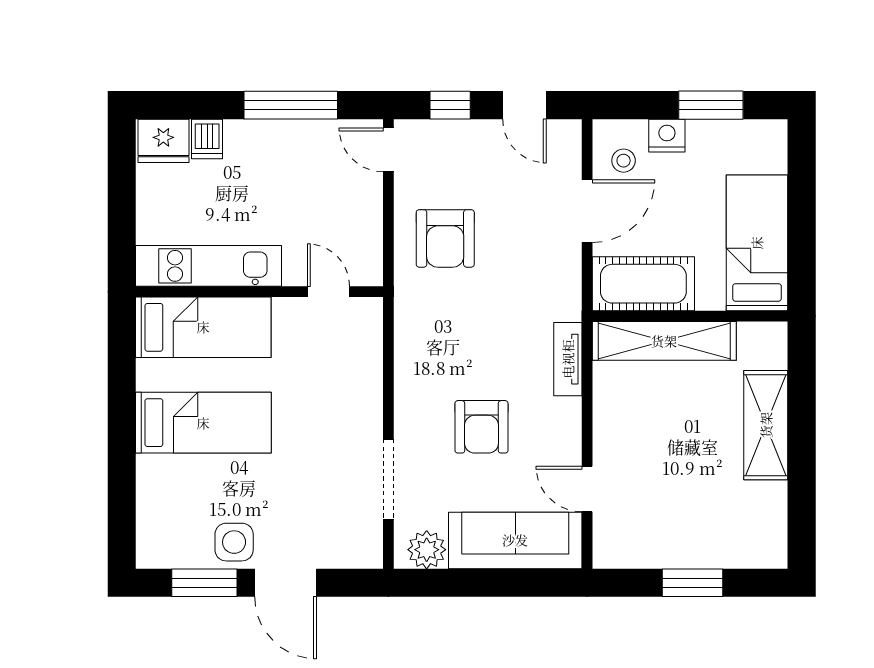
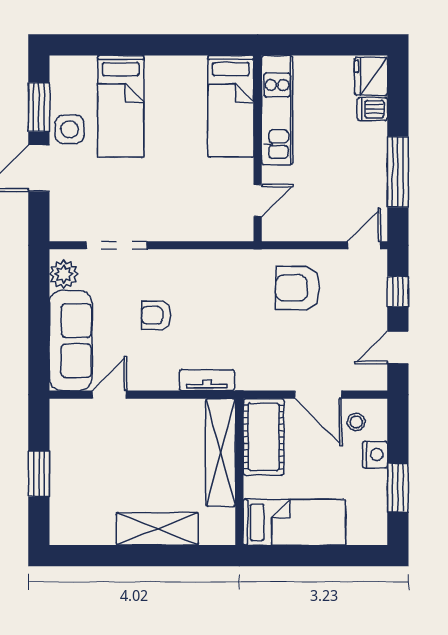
bed: (203, 423) -> (121, 106), moved
armchair: (481, 427) -> (156, 315), width x0.72, depth x0.72

